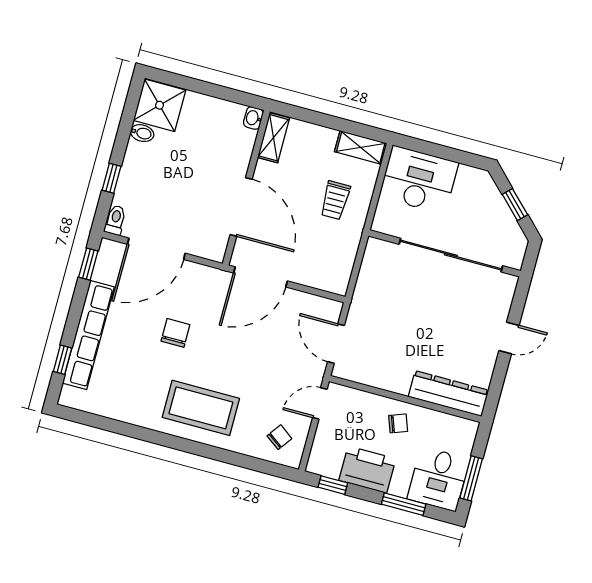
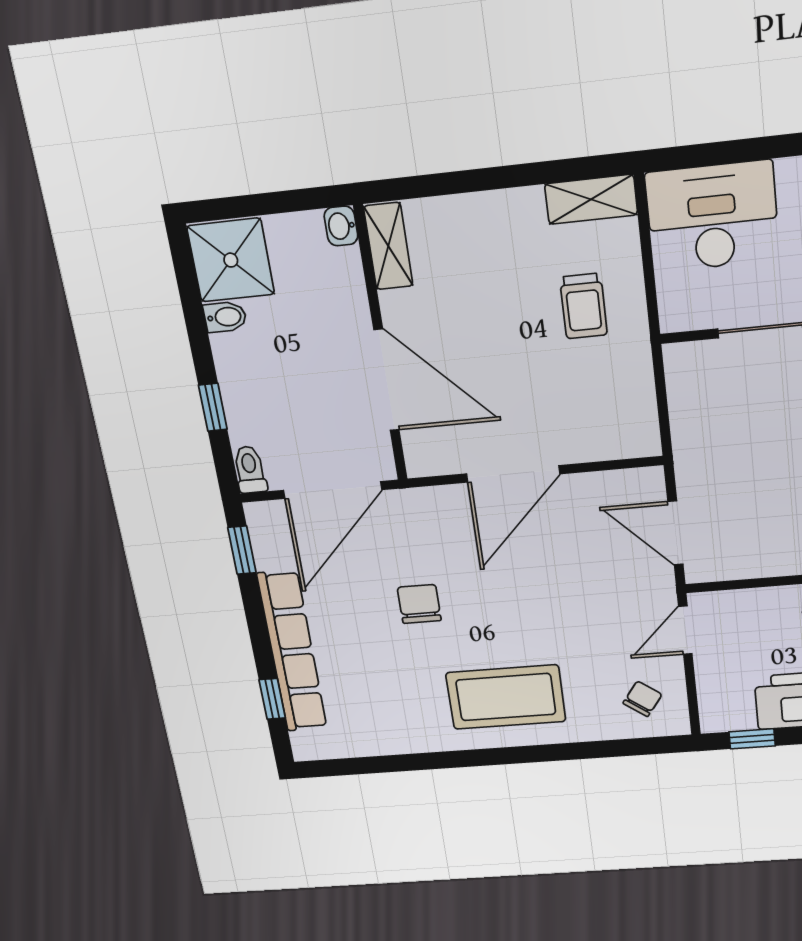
washbasin: (253, 118) -> (341, 226), moved
shelving: (274, 138) -> (388, 246), moved
wall: (246, 188) -> (381, 346), moved
door: (241, 207) -> (386, 380), moved

